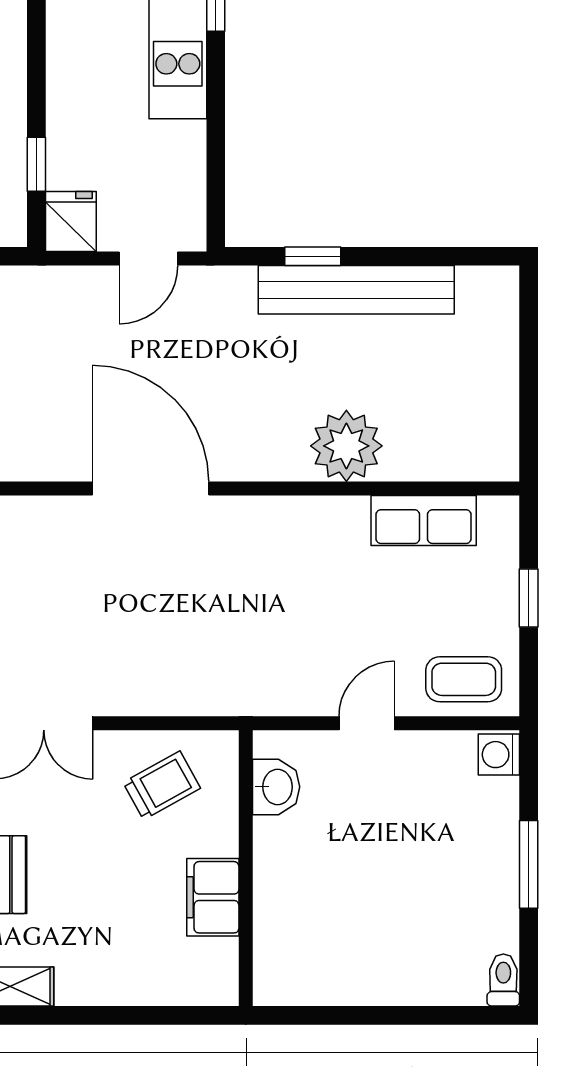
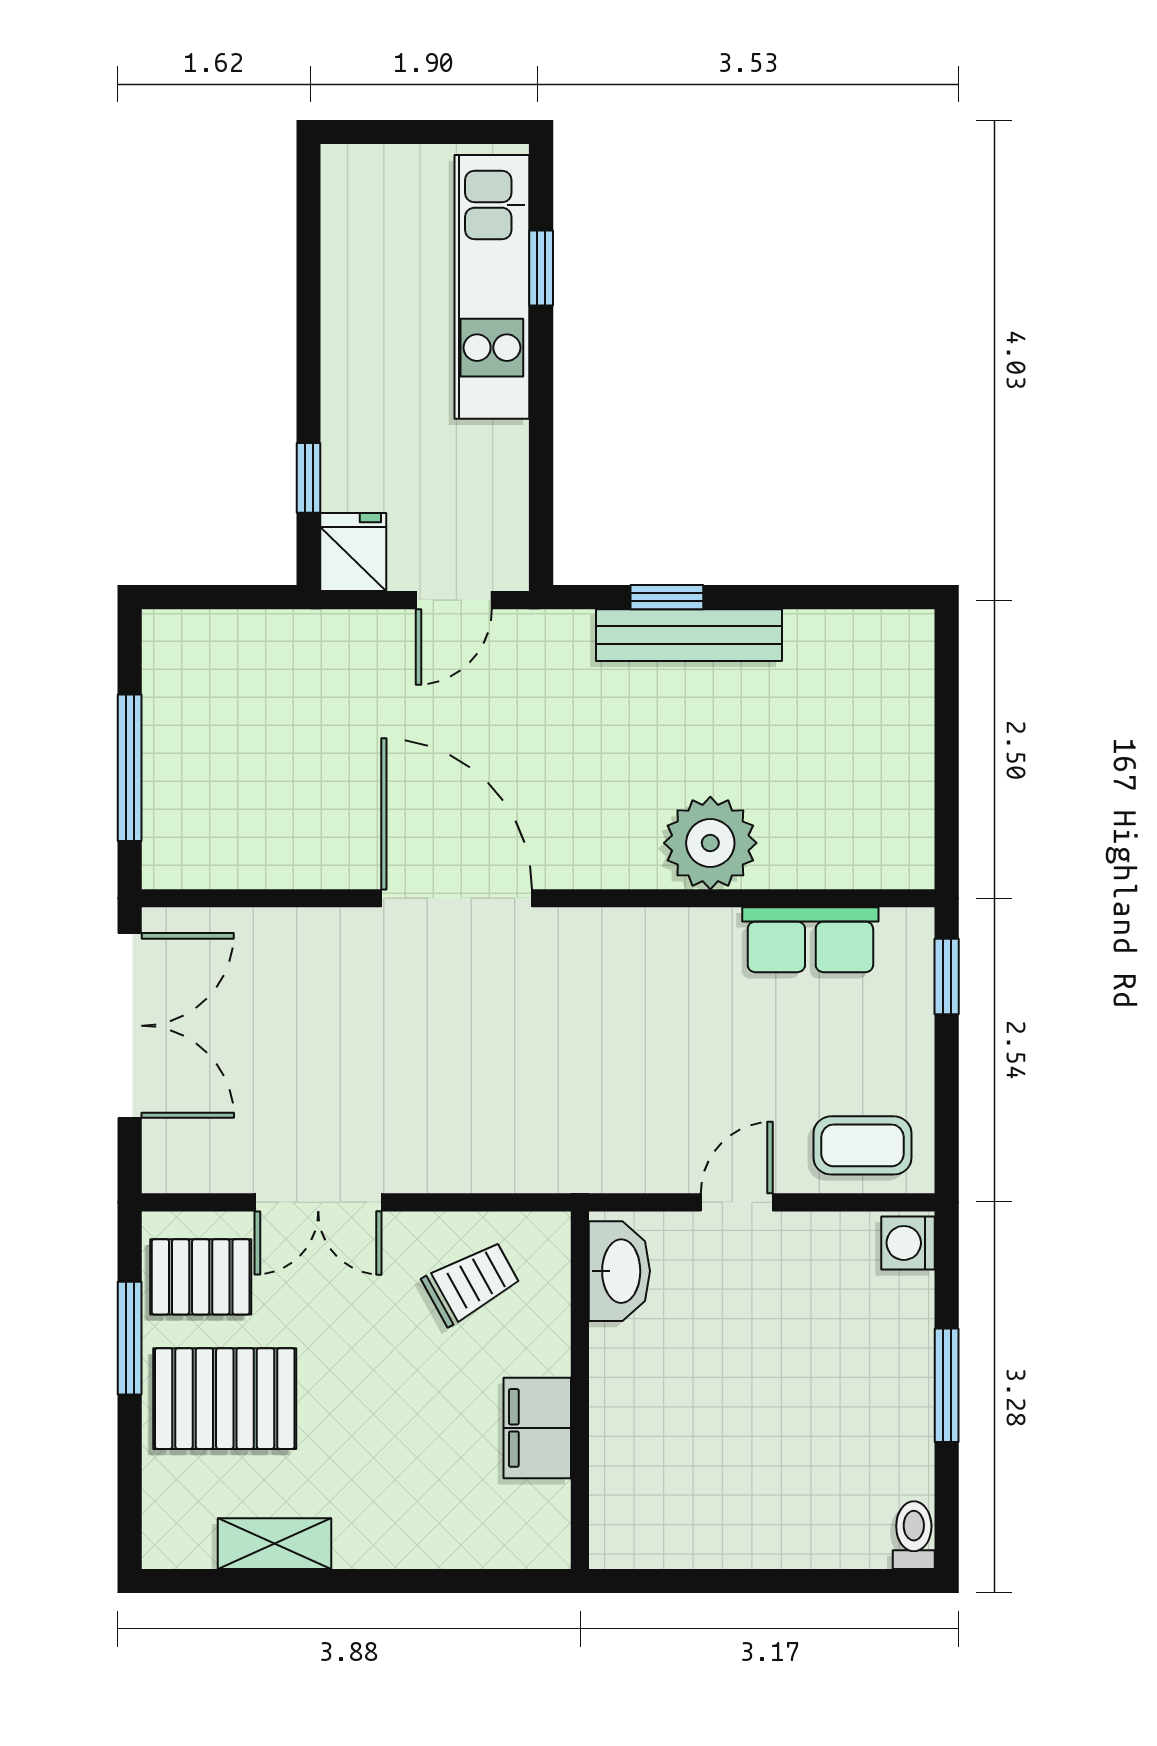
bench: (356, 290) -> (689, 635), width x0.73, depth x0.82
window: (529, 598) -> (947, 976), moved
washbasin: (276, 787) -> (619, 1271), width x1.38

